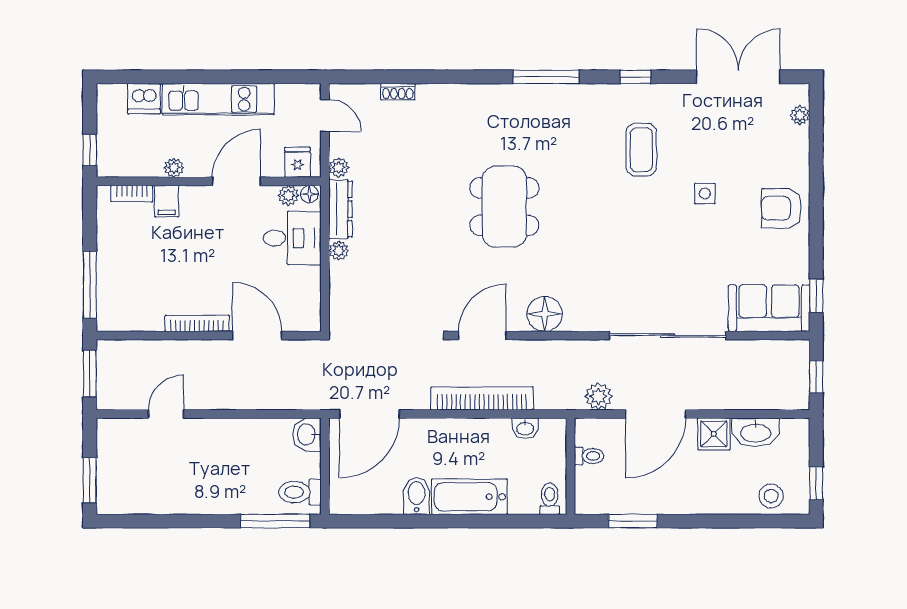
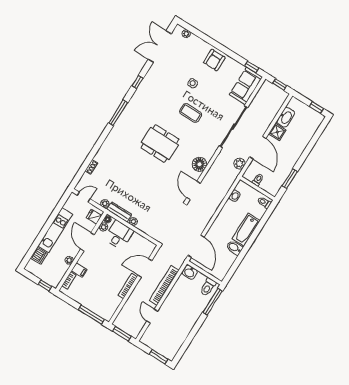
coffee table: (641, 150) -> (191, 113), moved
dining table: (504, 207) -> (160, 144), moved
bookcase: (482, 398) -> (164, 285), moved
stool: (771, 496) -> (311, 126), removed

